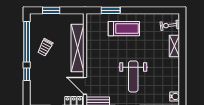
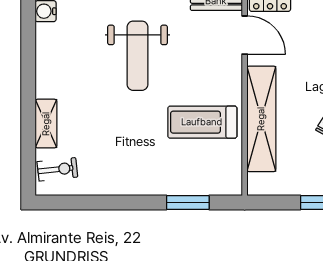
treadmill: (124, 29) -> (202, 122), moved
weight bench: (133, 76) -> (137, 56), turned 180

